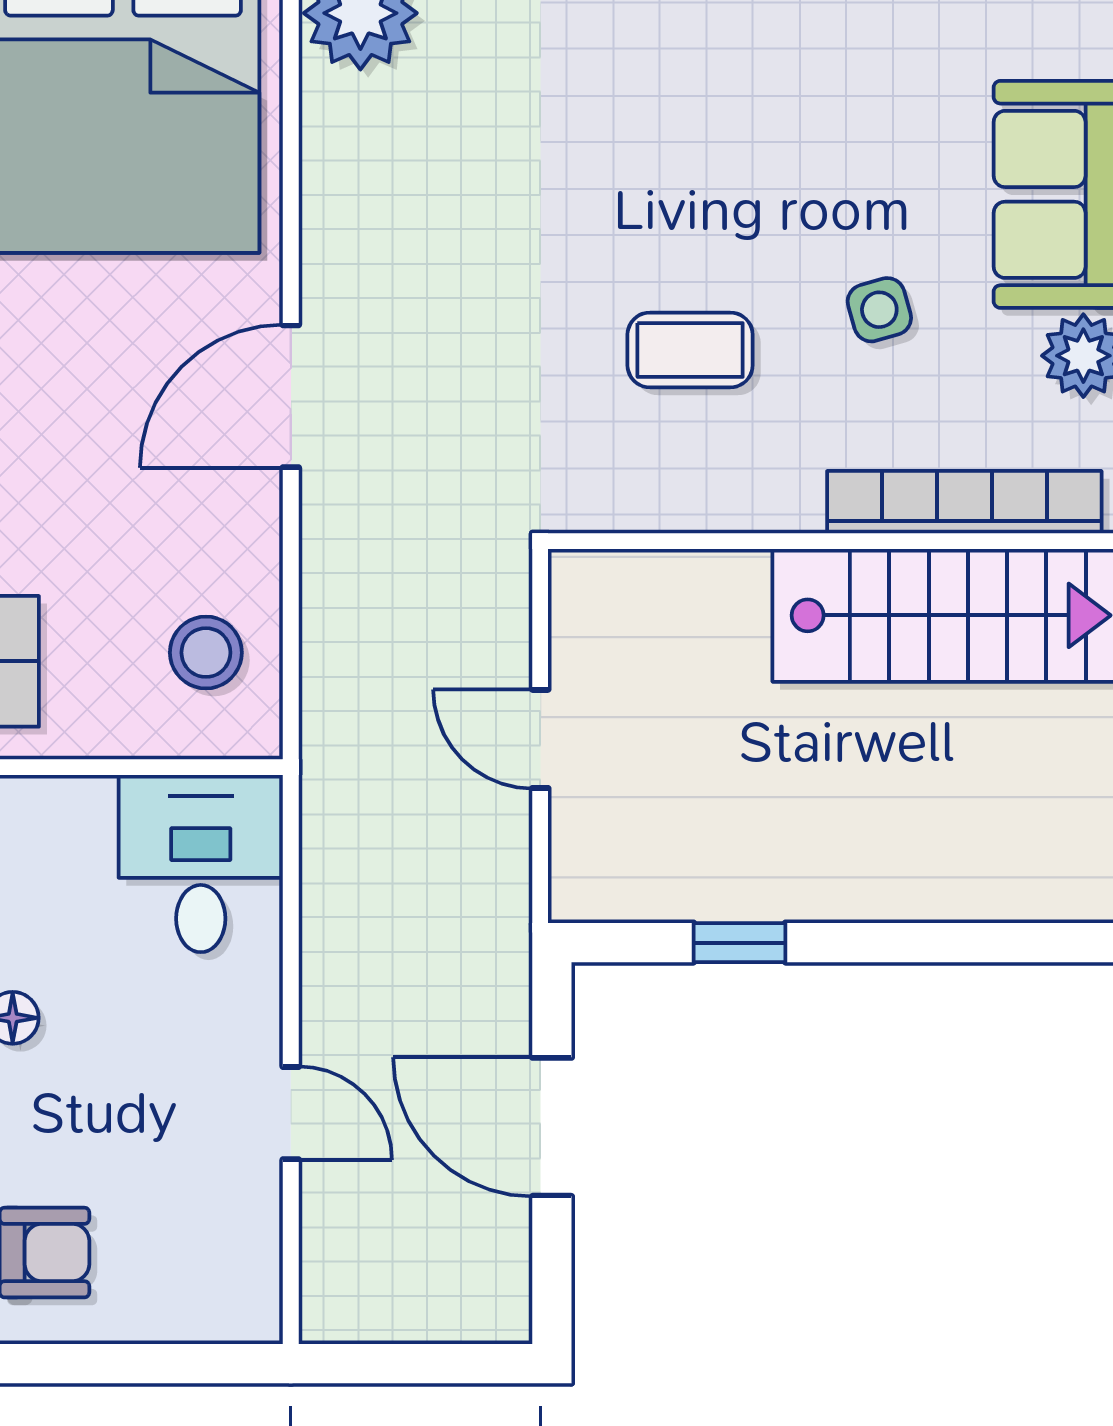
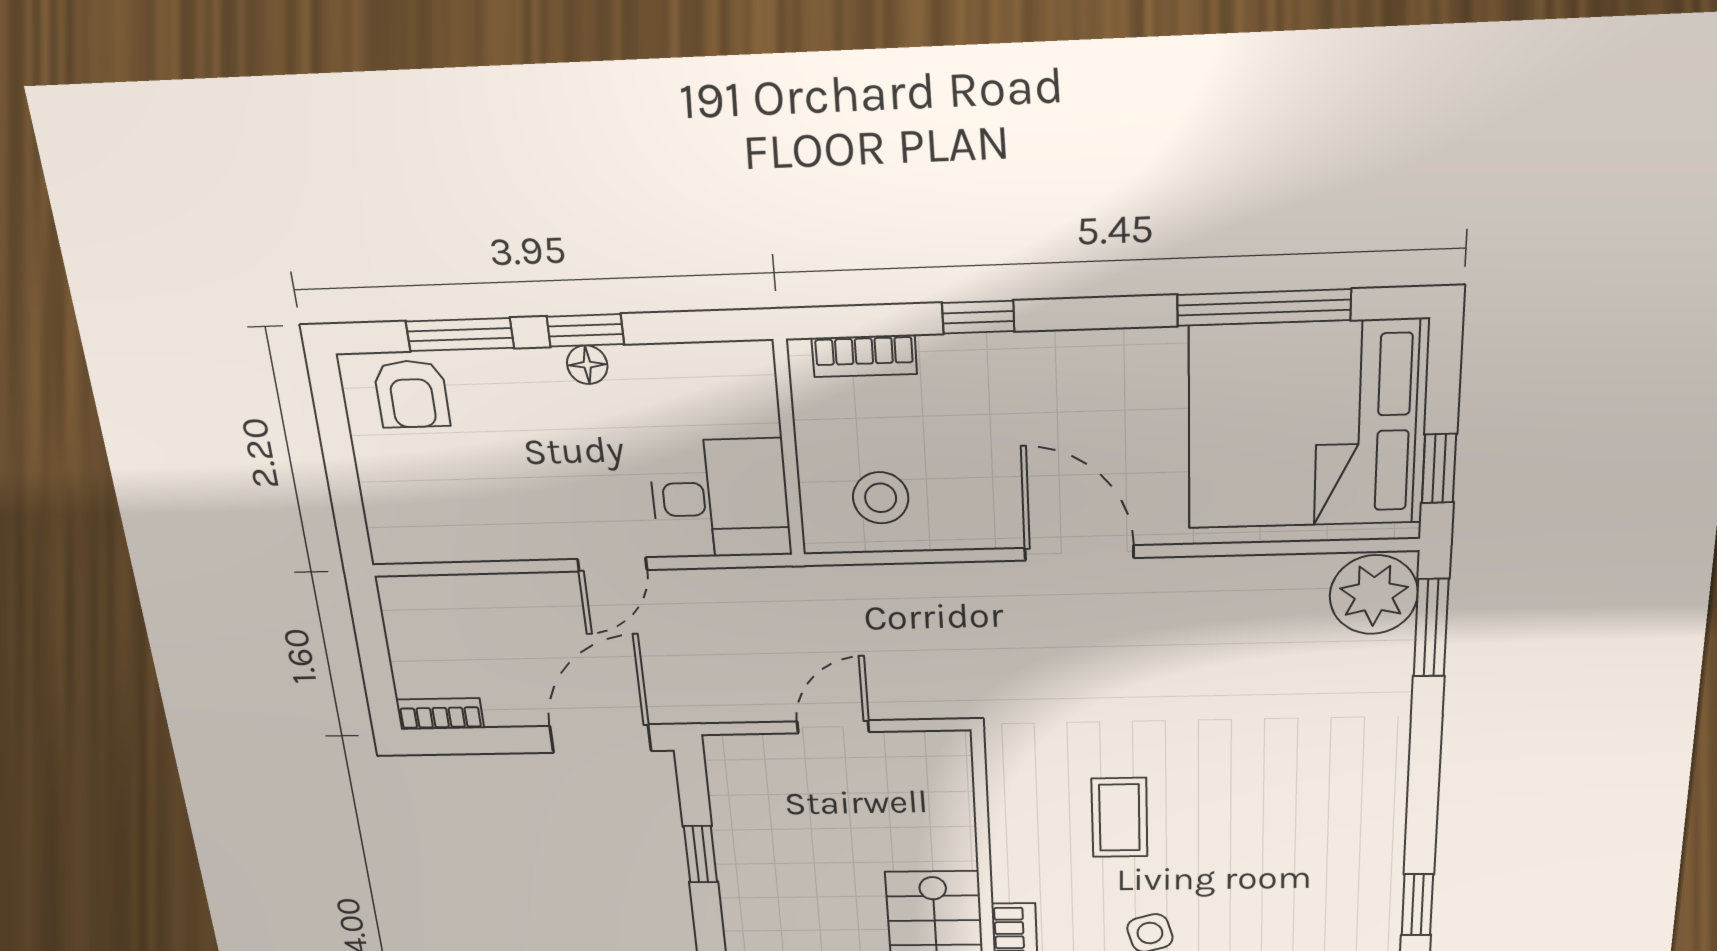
door: (291, 1113) -> (612, 564), moved
door: (552, 1127) -> (601, 739), moved
bookcase: (509, 1285) -> (440, 714), added

